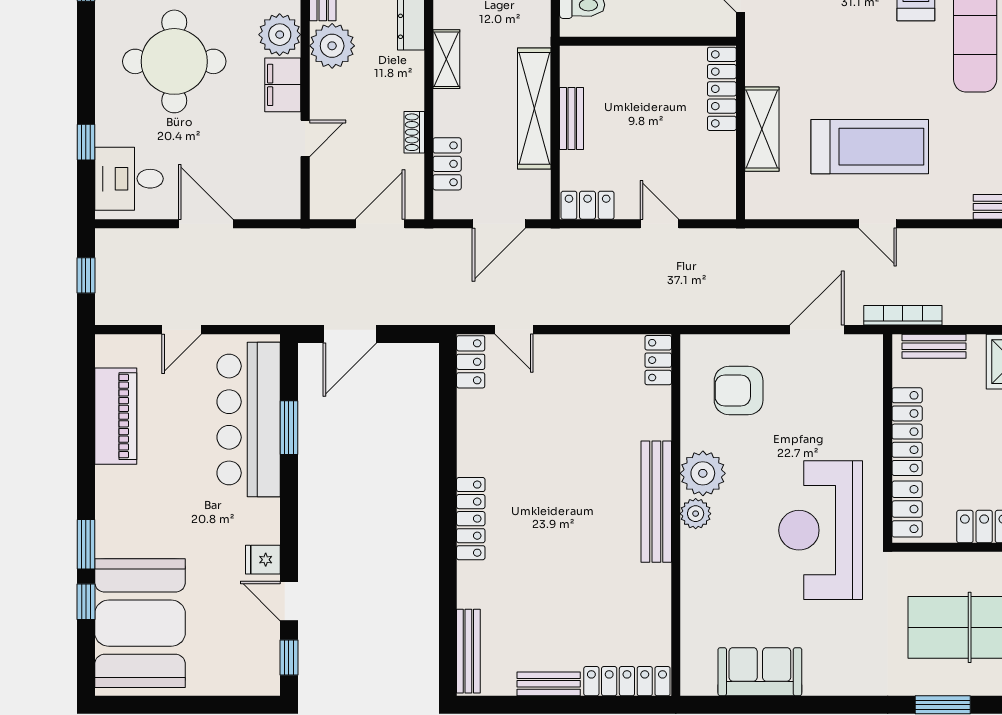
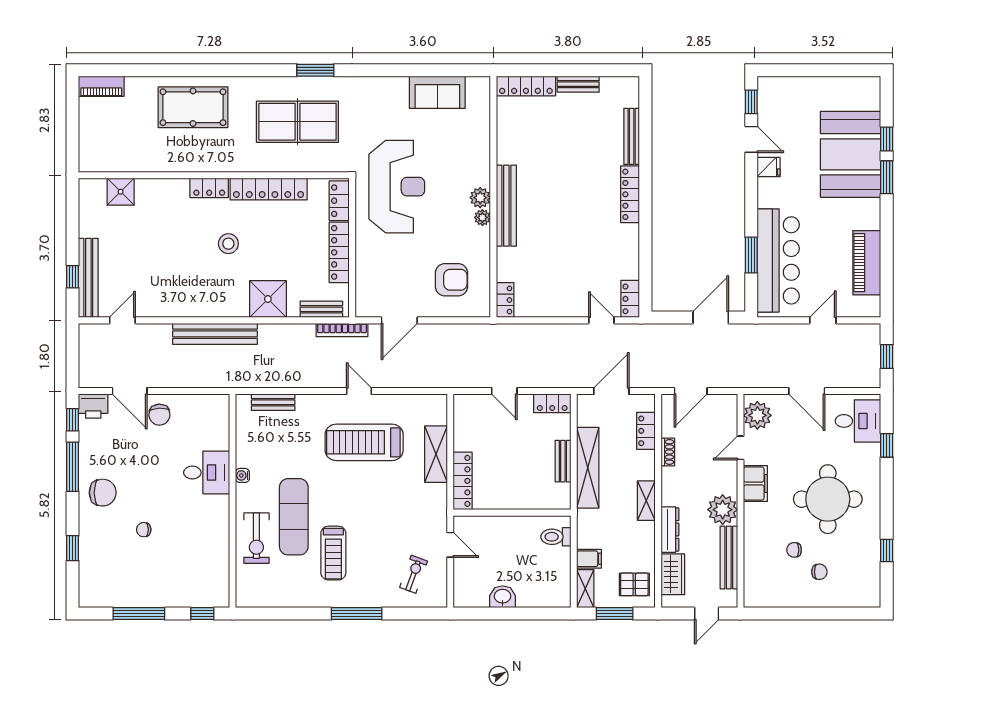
plant: (280, 35) -> (757, 415), moved
plant: (703, 473) -> (482, 217), width x0.53, depth x0.53
booth: (140, 623) -> (851, 154), moved
bench: (468, 651) -> (632, 136), moved

